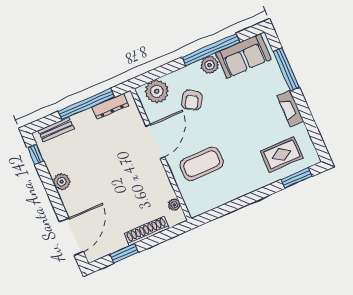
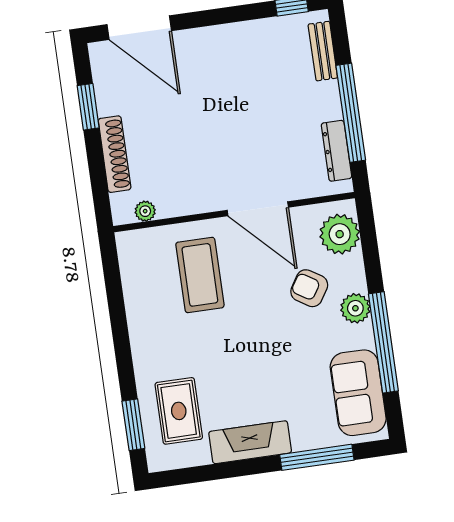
plant: (210, 65) -> (355, 308), moved
fireplace: (290, 108) -> (250, 442), width x1.37, depth x1.32
plant: (62, 182) -> (234, 37), removed

